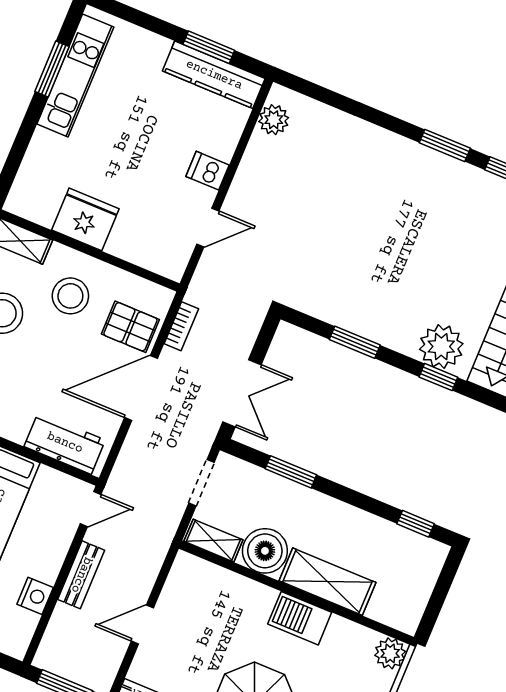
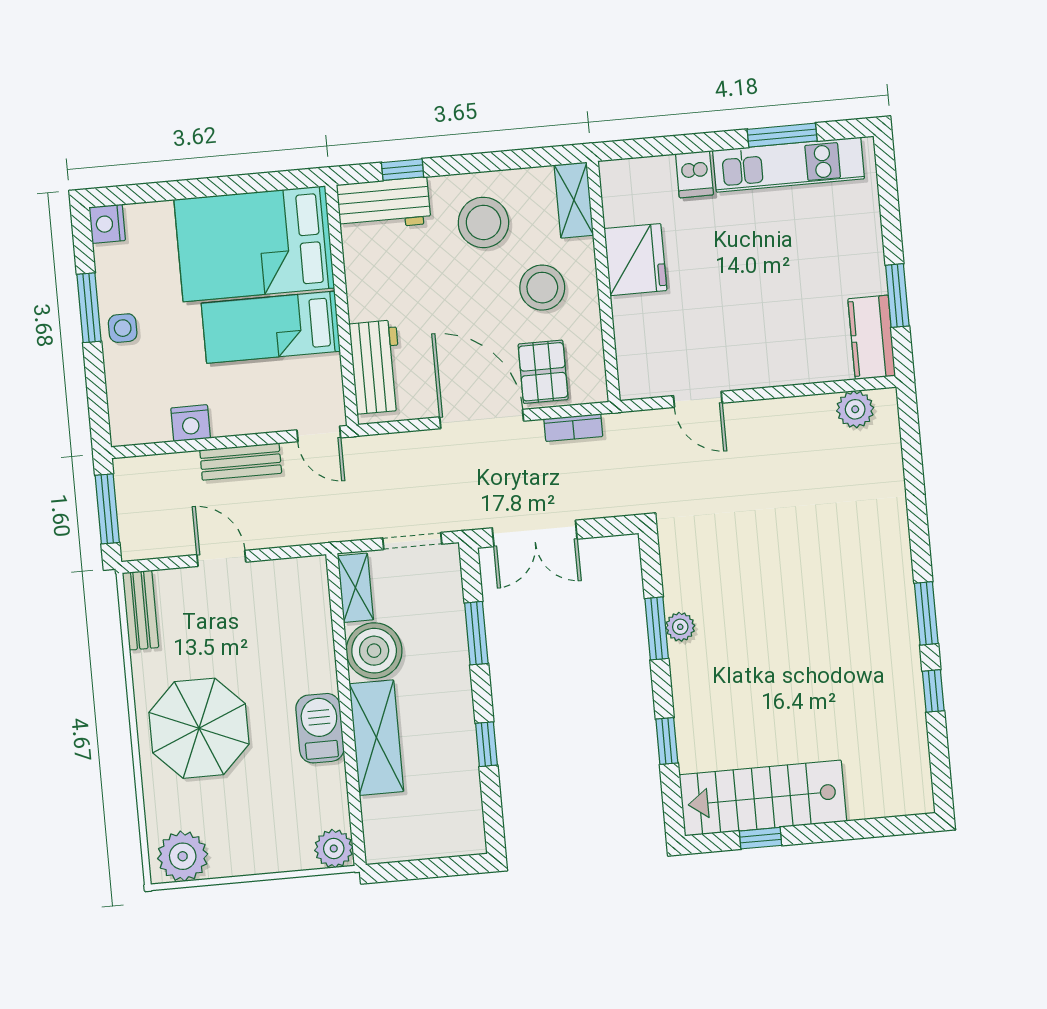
kitchen counter: (214, 75) -> (872, 337), width x0.67
dishwasher: (208, 171) -> (694, 174), moved, turned 180
plant: (441, 347) -> (680, 627), moved, width x0.53, depth x0.53
window: (416, 524) -> (486, 744), moved

